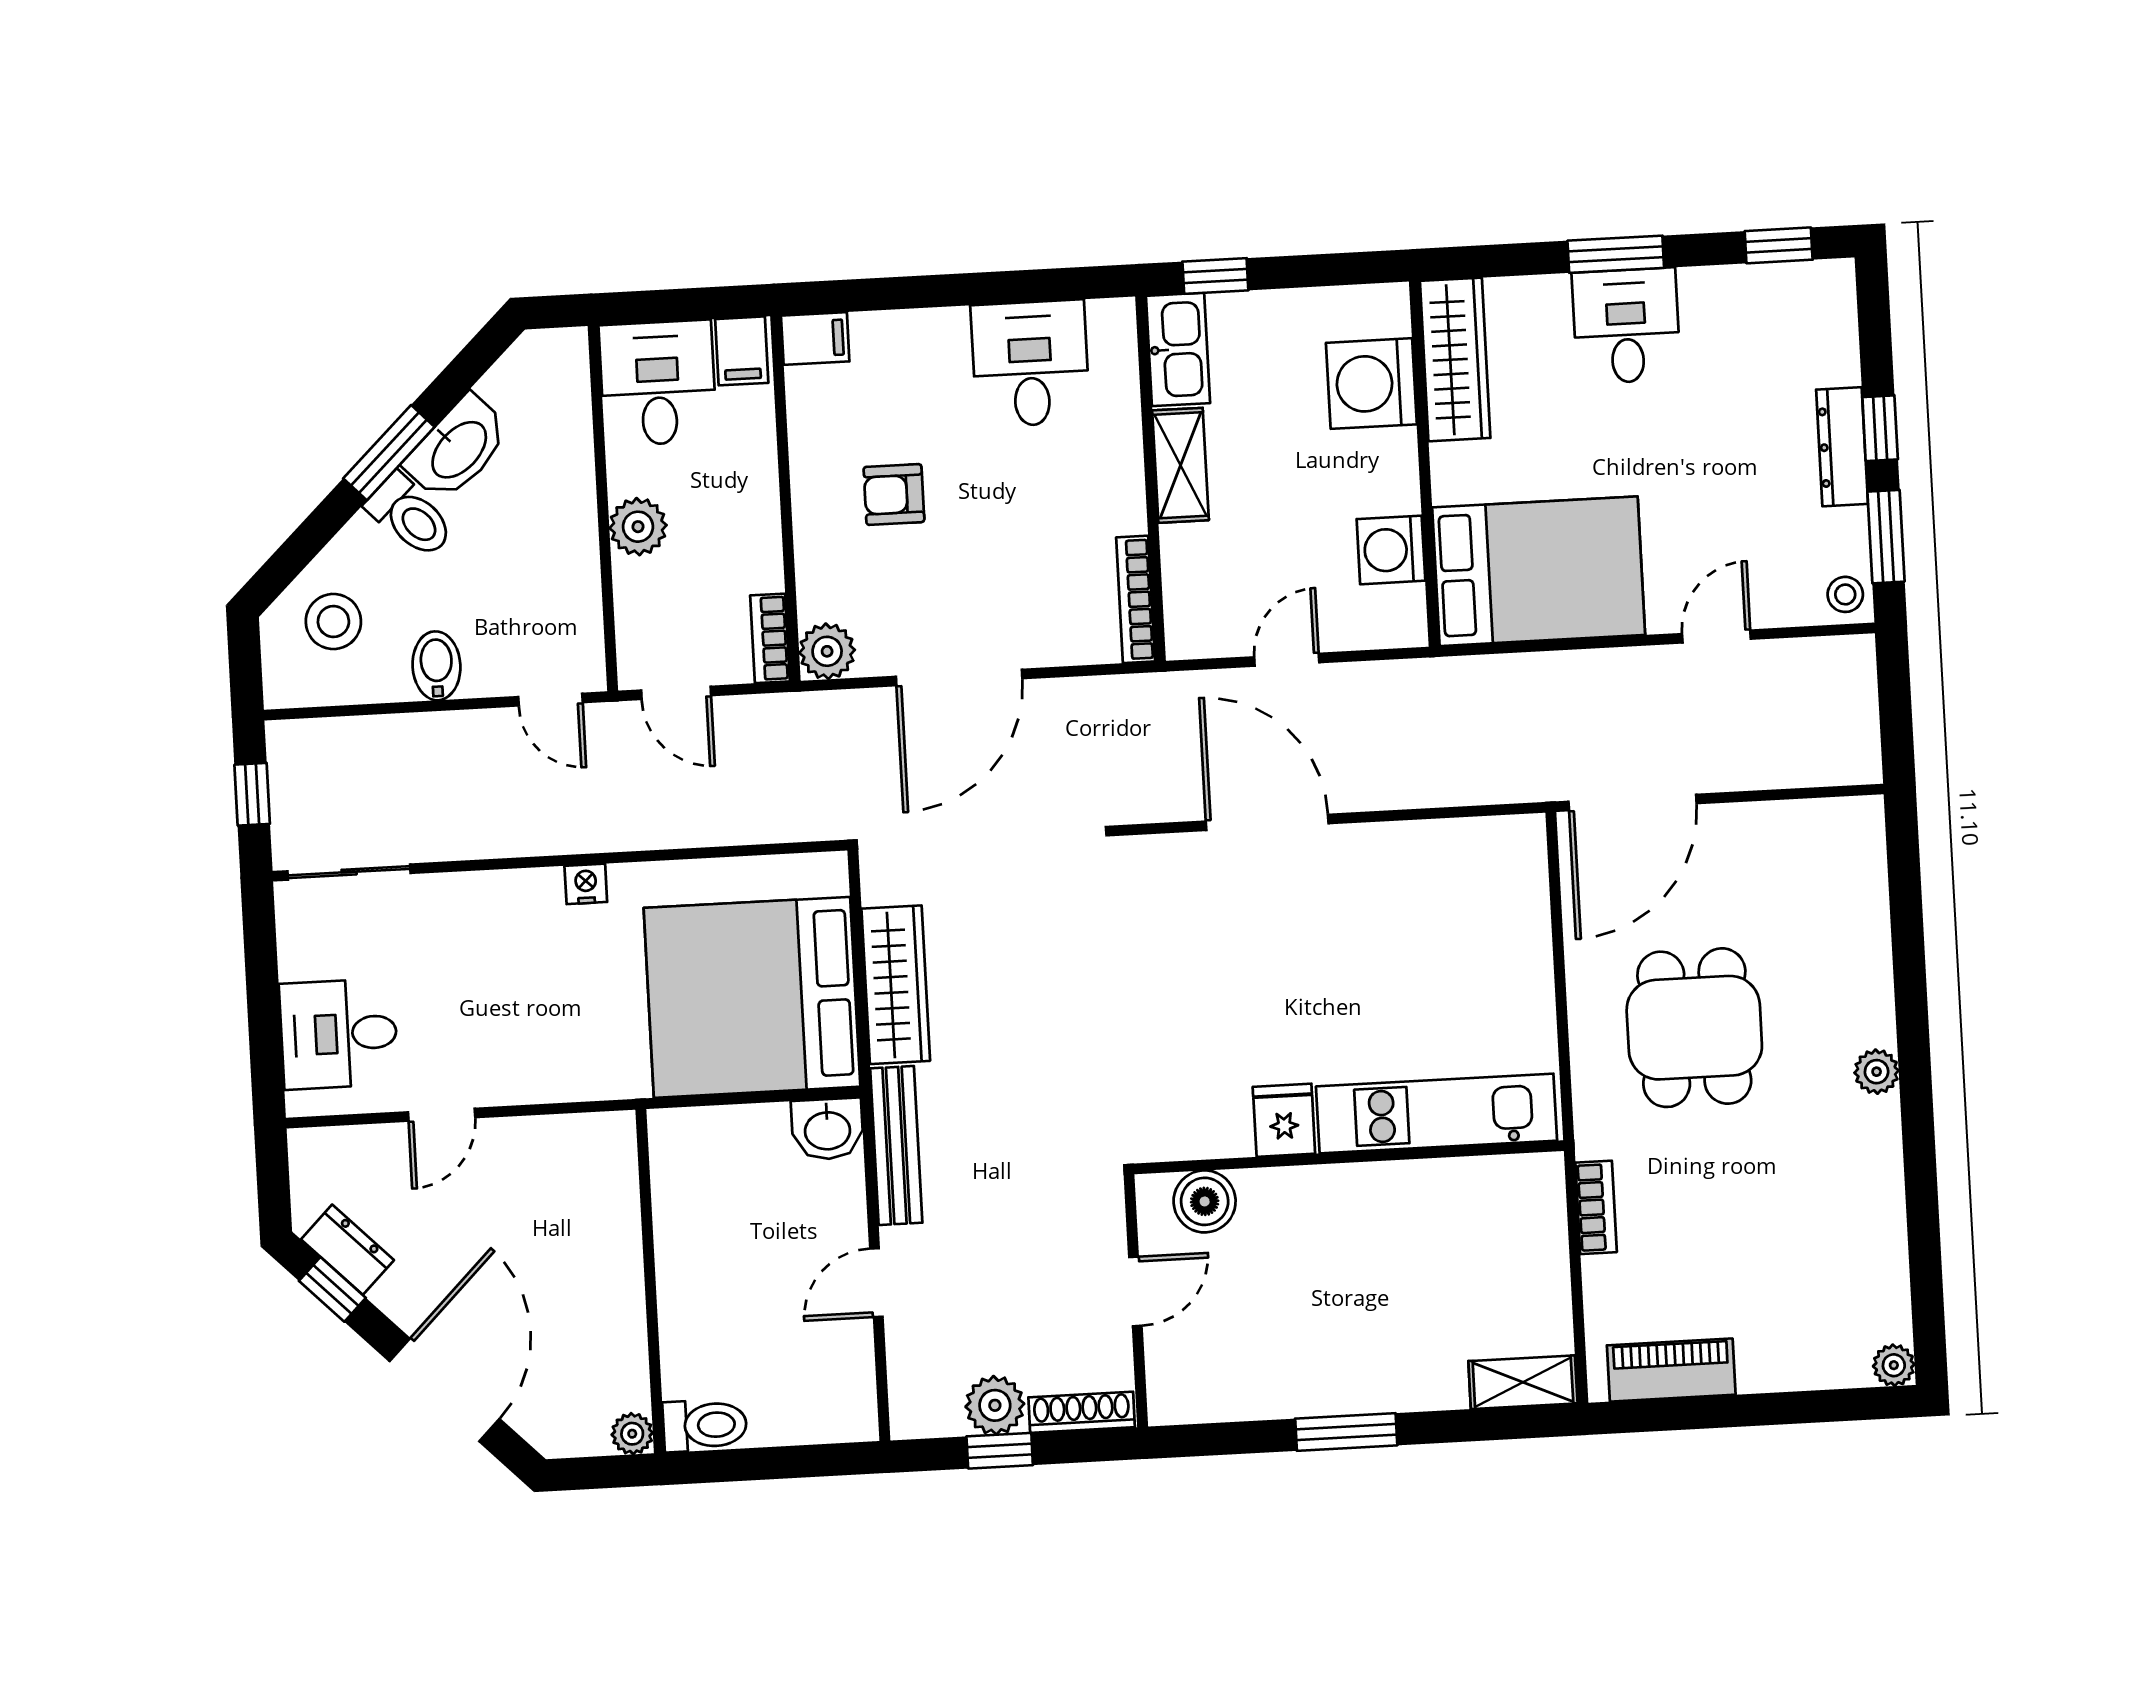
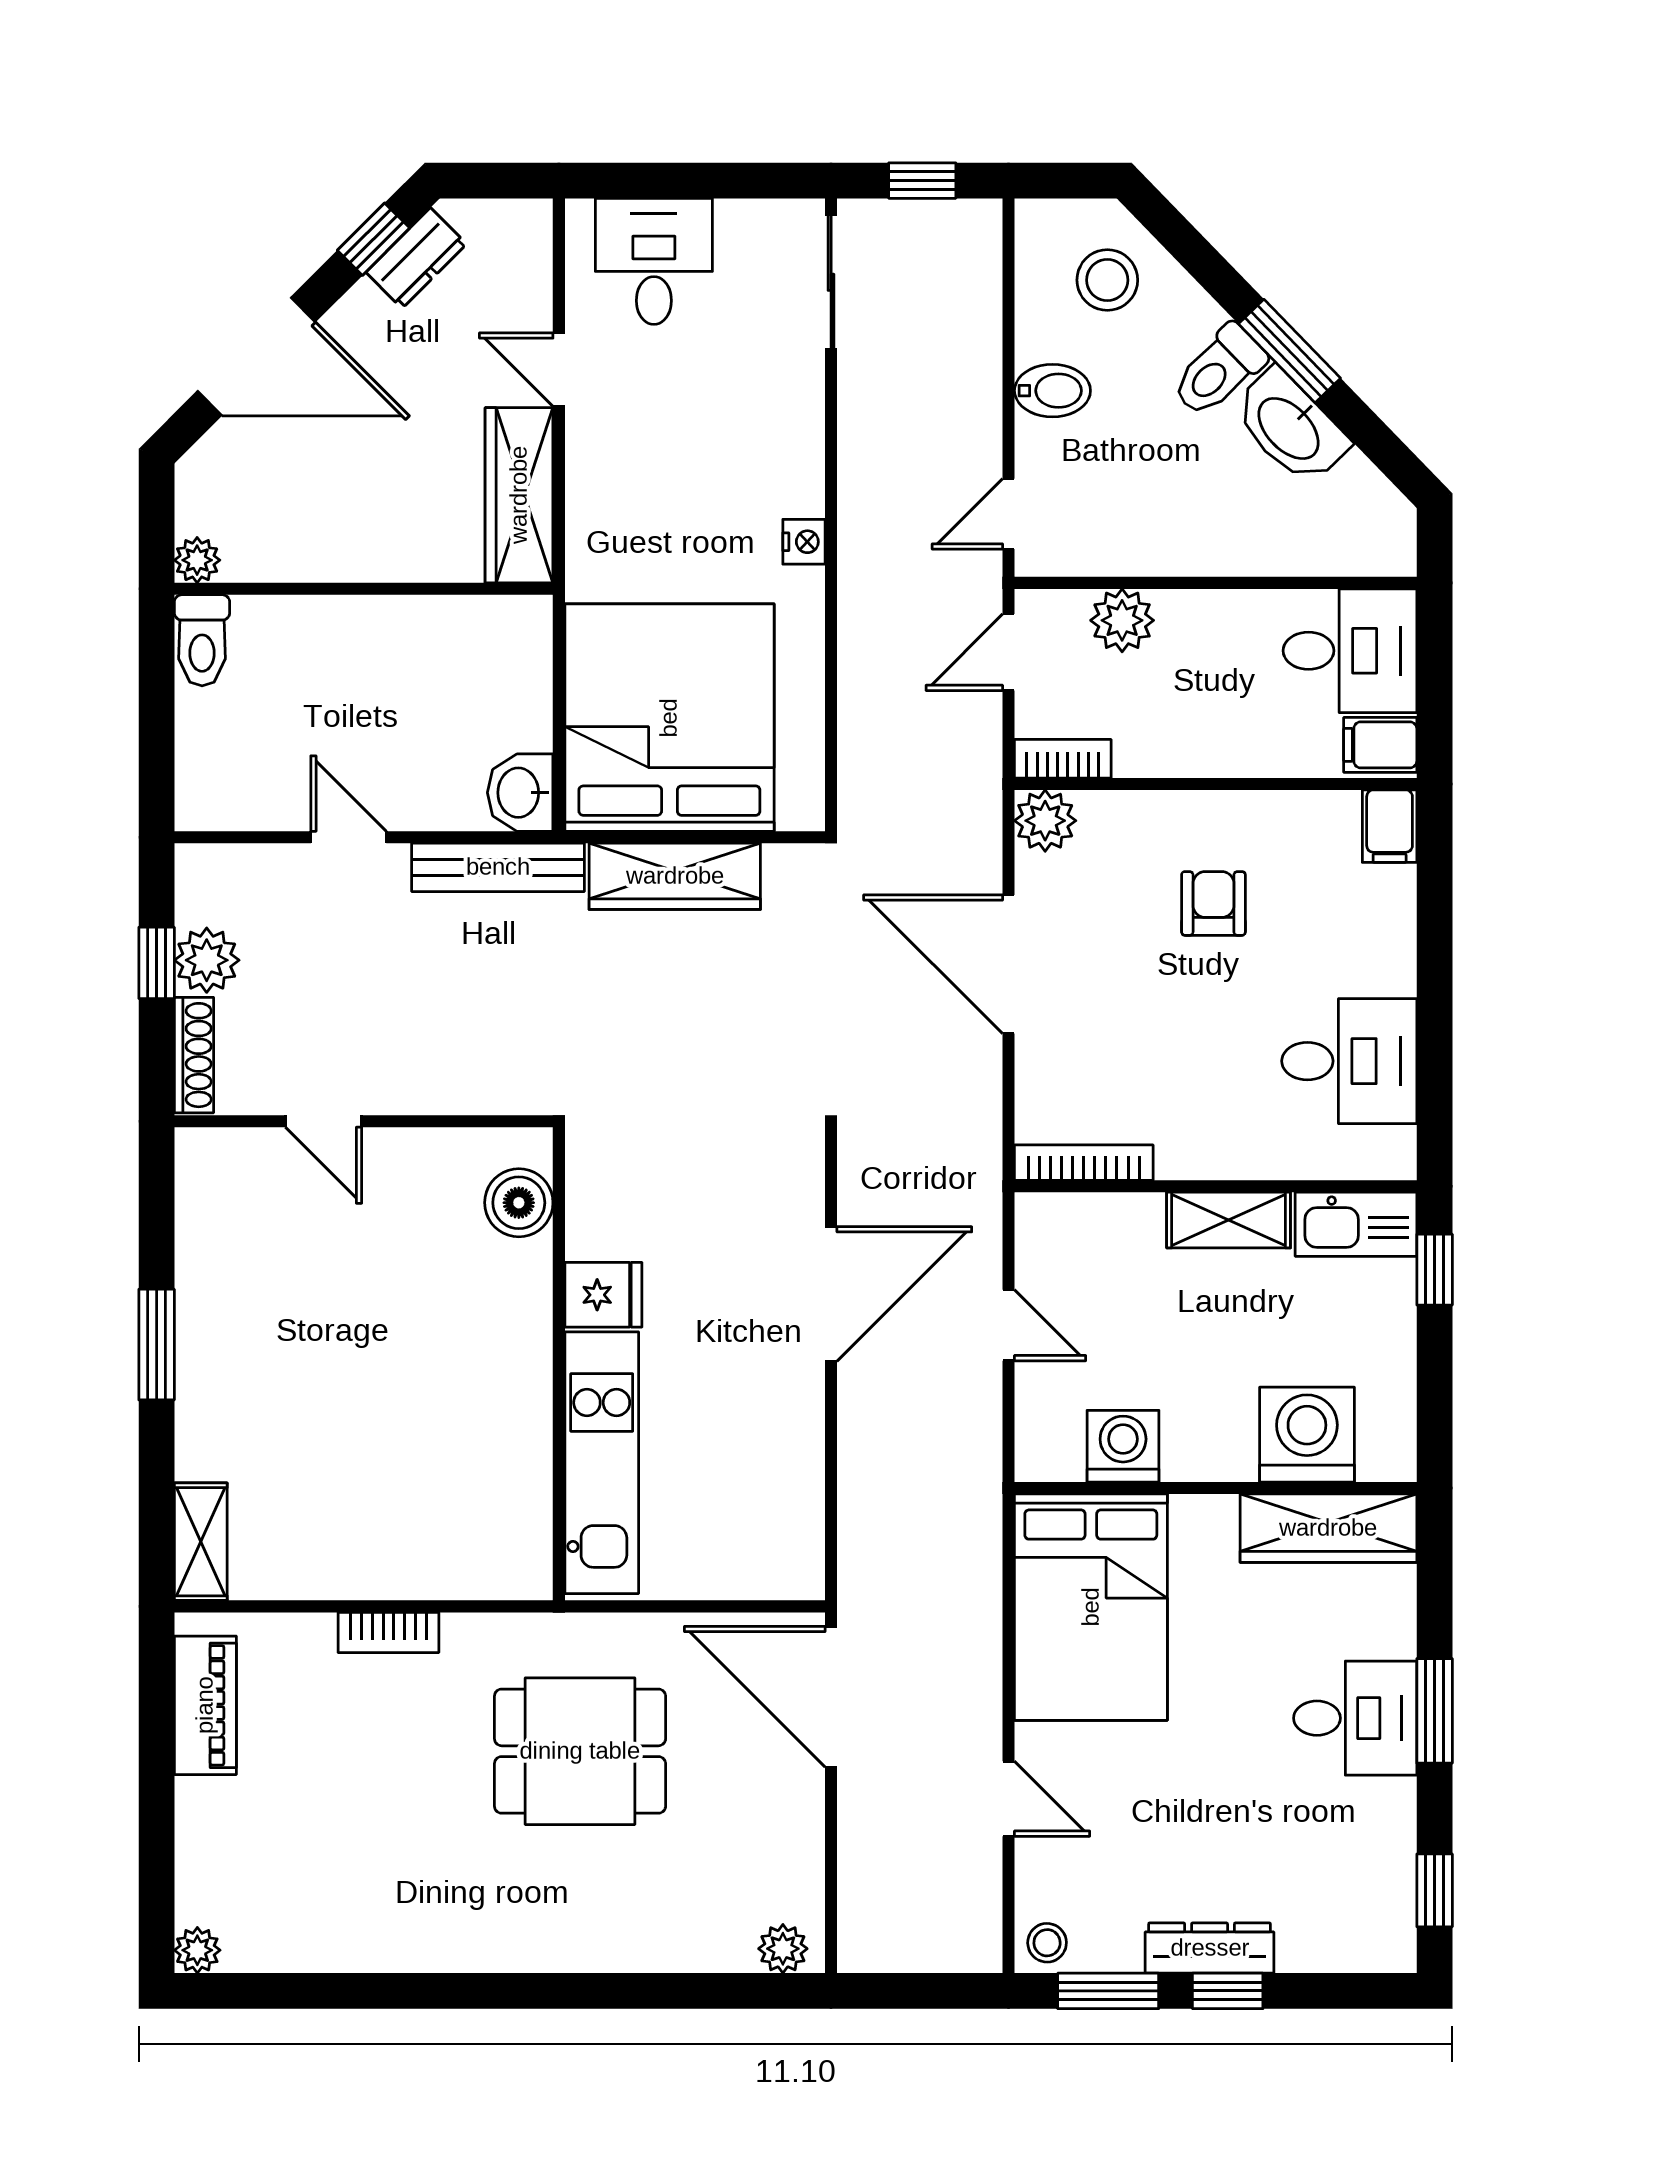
plant: (638, 527) -> (1122, 620), moved
plant: (1877, 1072) -> (783, 1949), moved
kitchen unit: (1436, 1113) -> (602, 1463), moved
fridge: (1284, 1120) -> (603, 1295), moved
wardrobe: (558, 1145) -> (519, 495), added
wall: (1349, 1157) -> (559, 1364), moved
boiler: (1205, 1201) -> (519, 1203), moved

